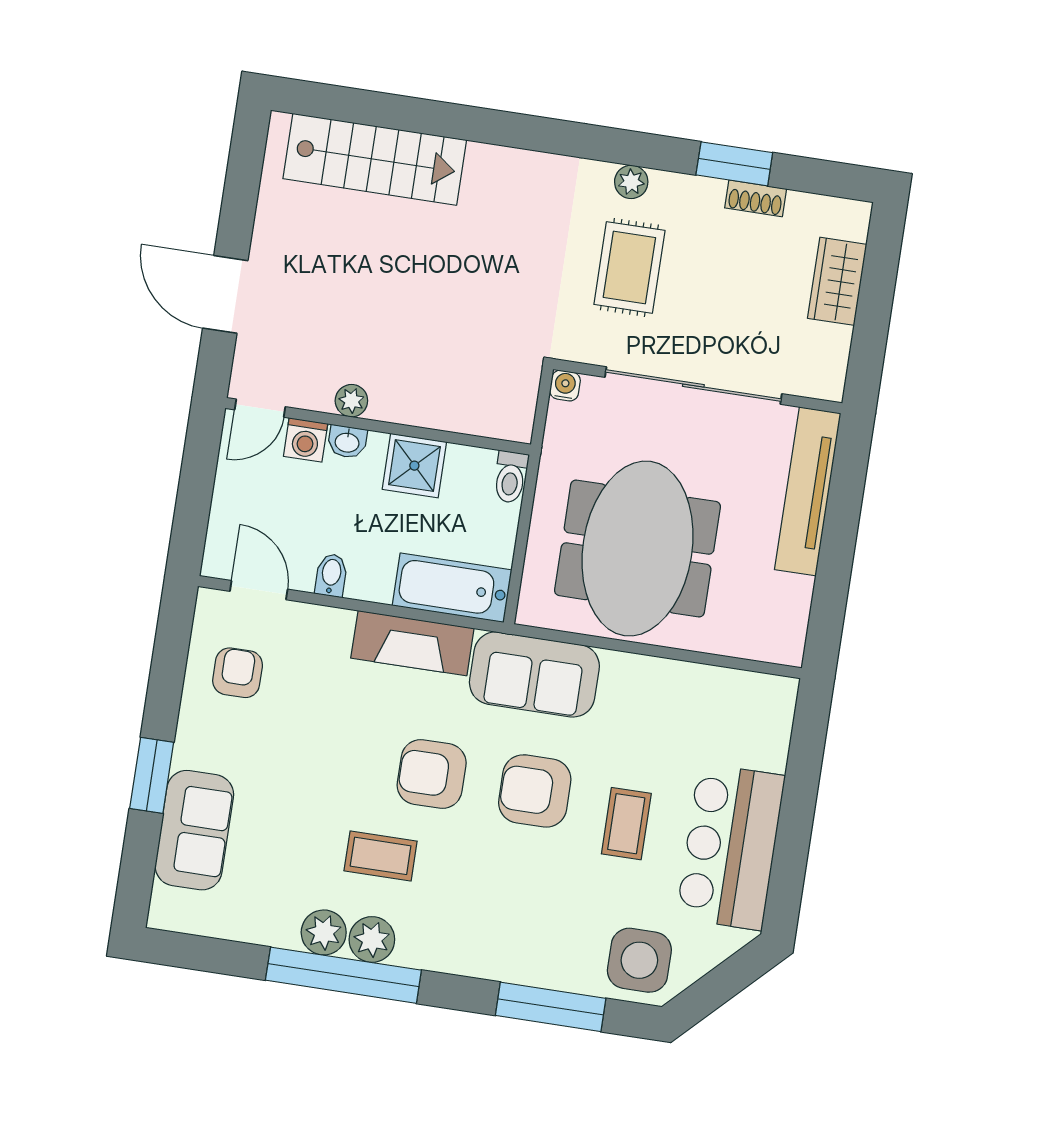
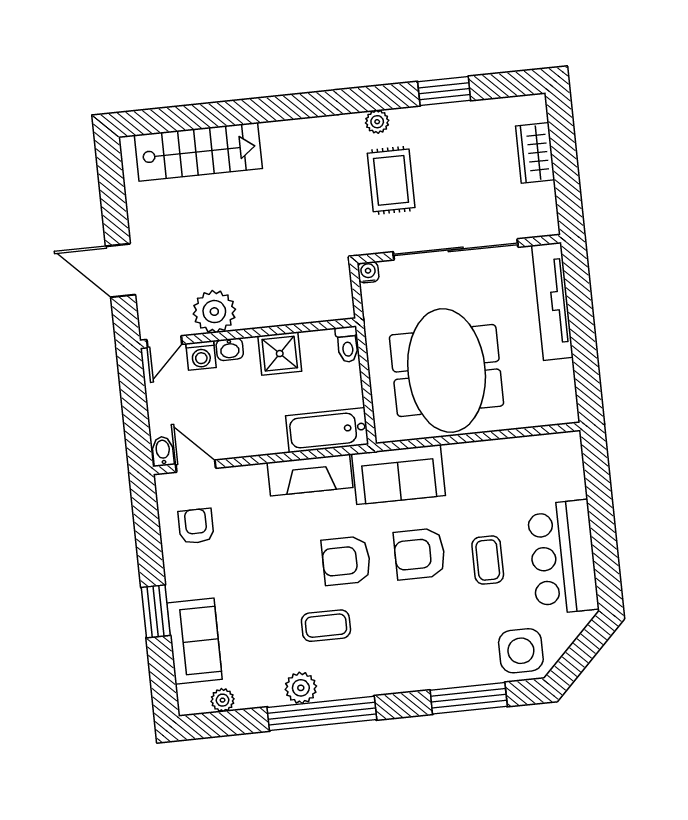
shoe rack: (756, 198) -> (465, 111), removed
plant: (351, 401) -> (214, 312), width x1.88, depth x1.88
bidet: (331, 575) -> (163, 451), moved
plant: (372, 939) -> (223, 700), moved, width x0.73, depth x0.73

